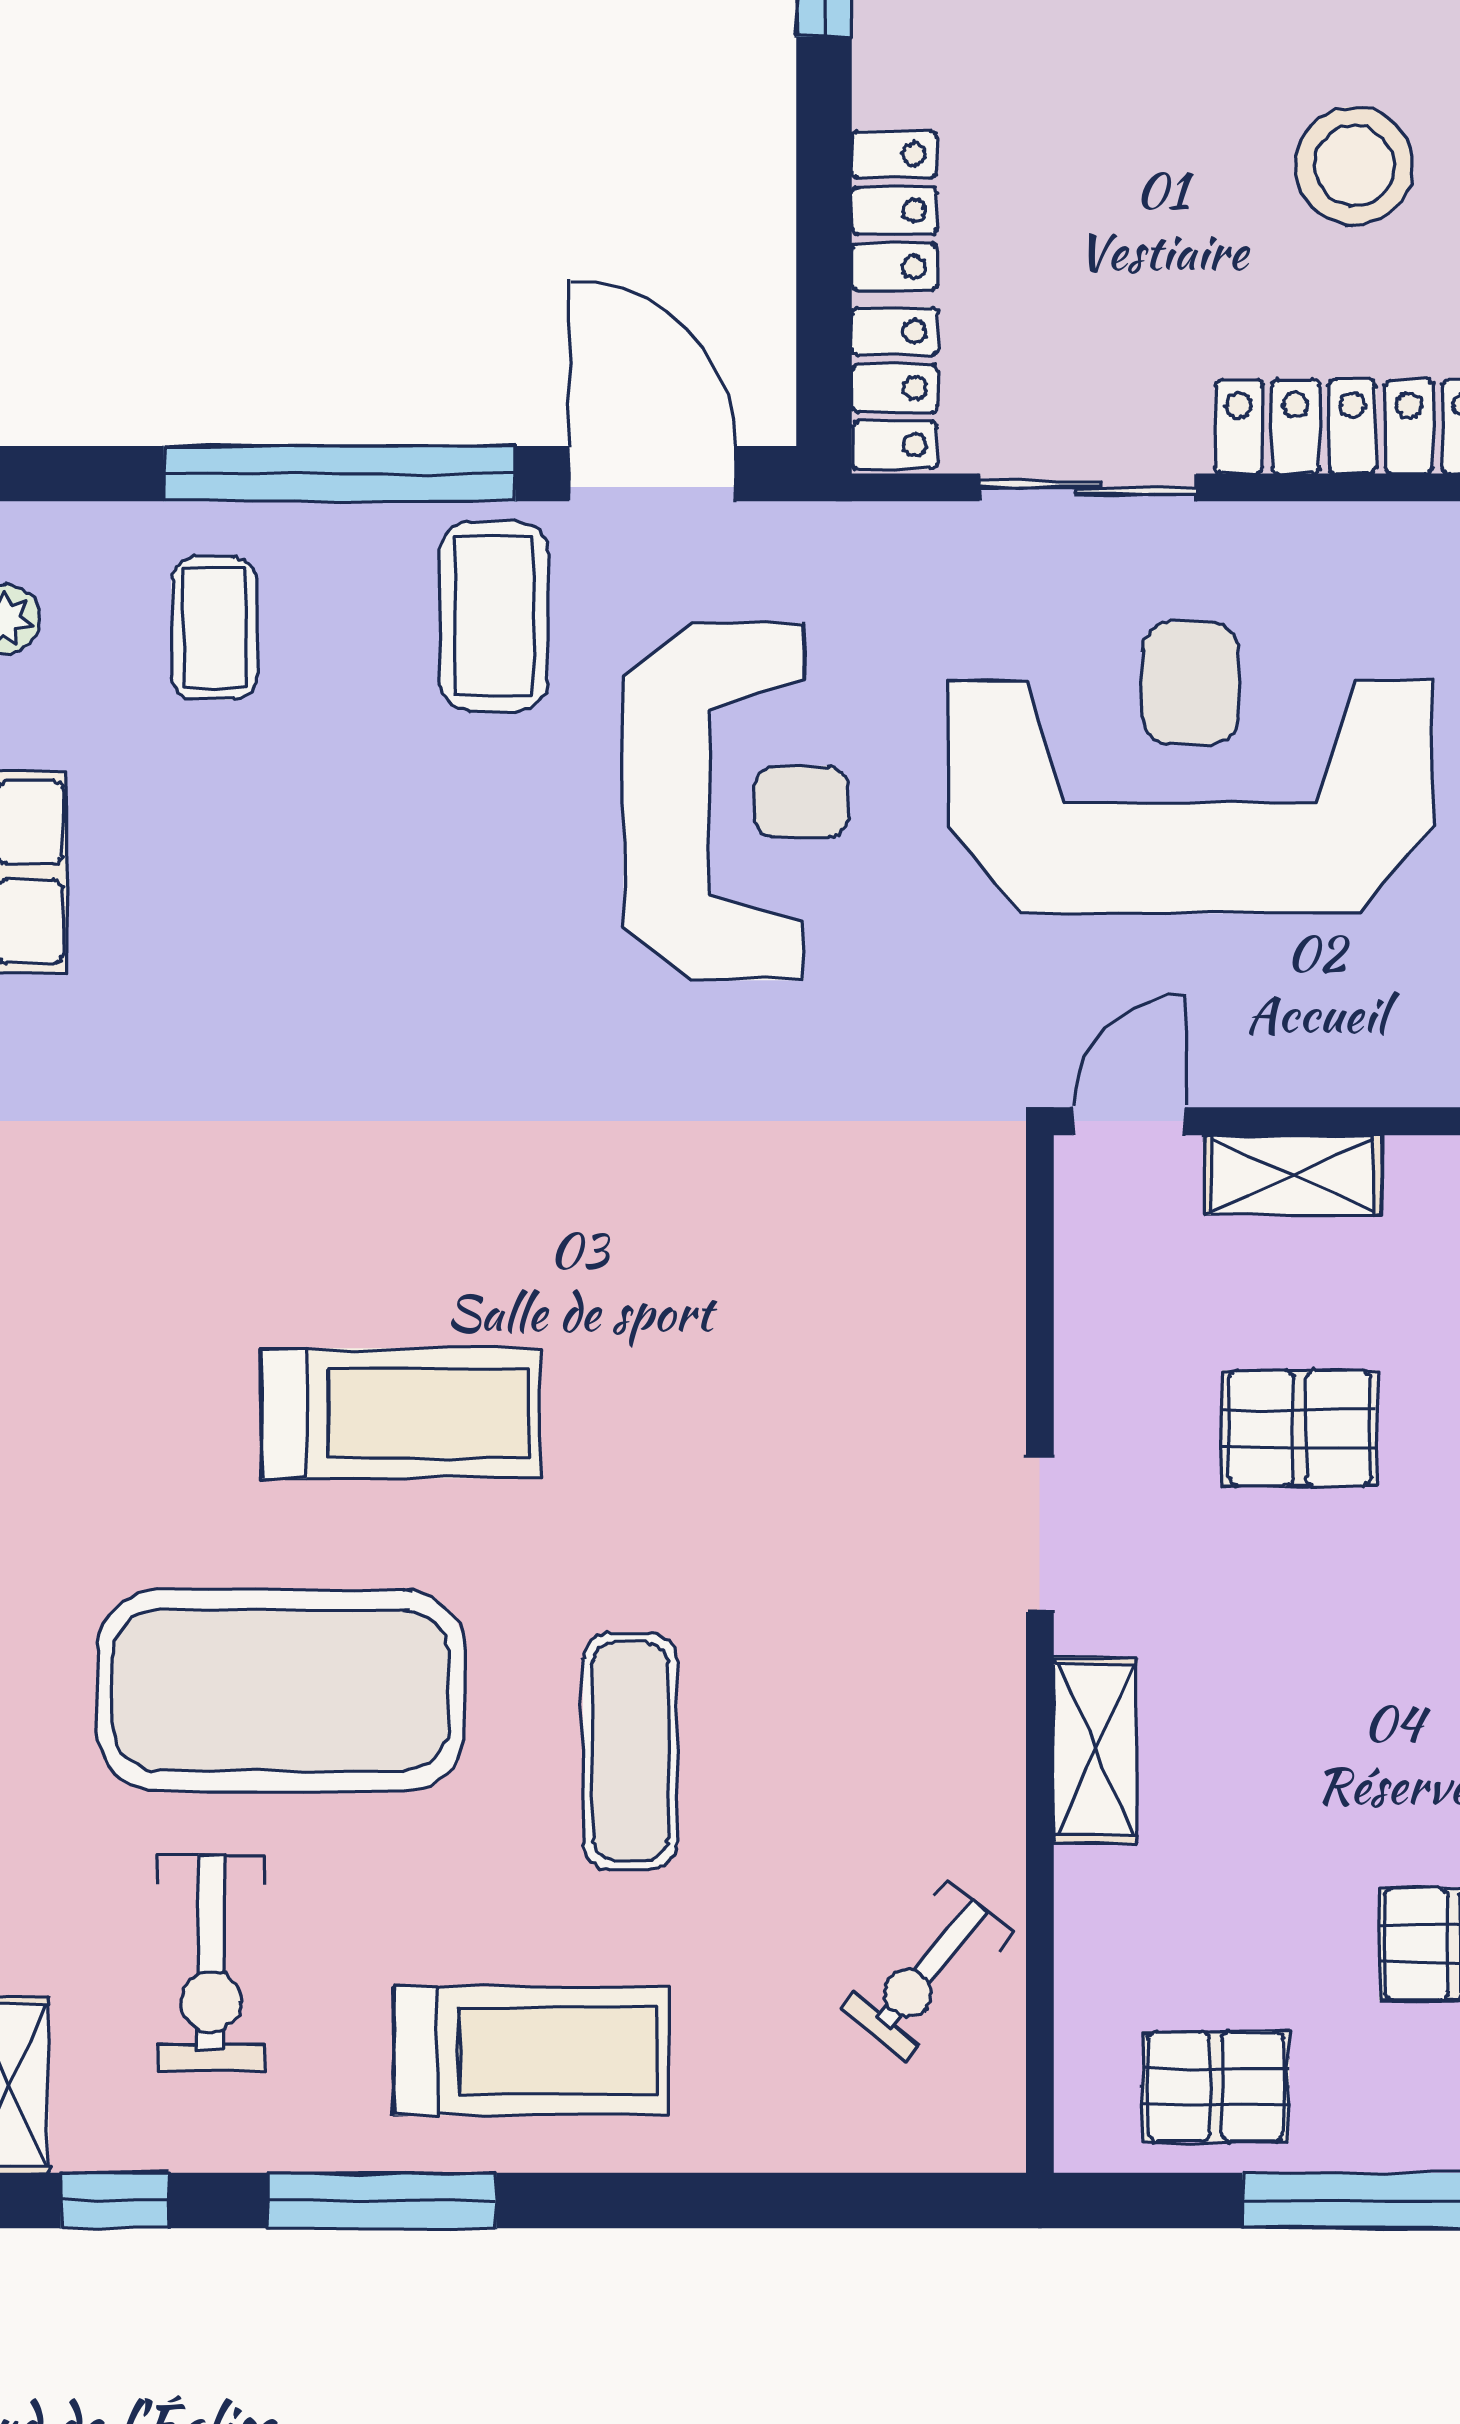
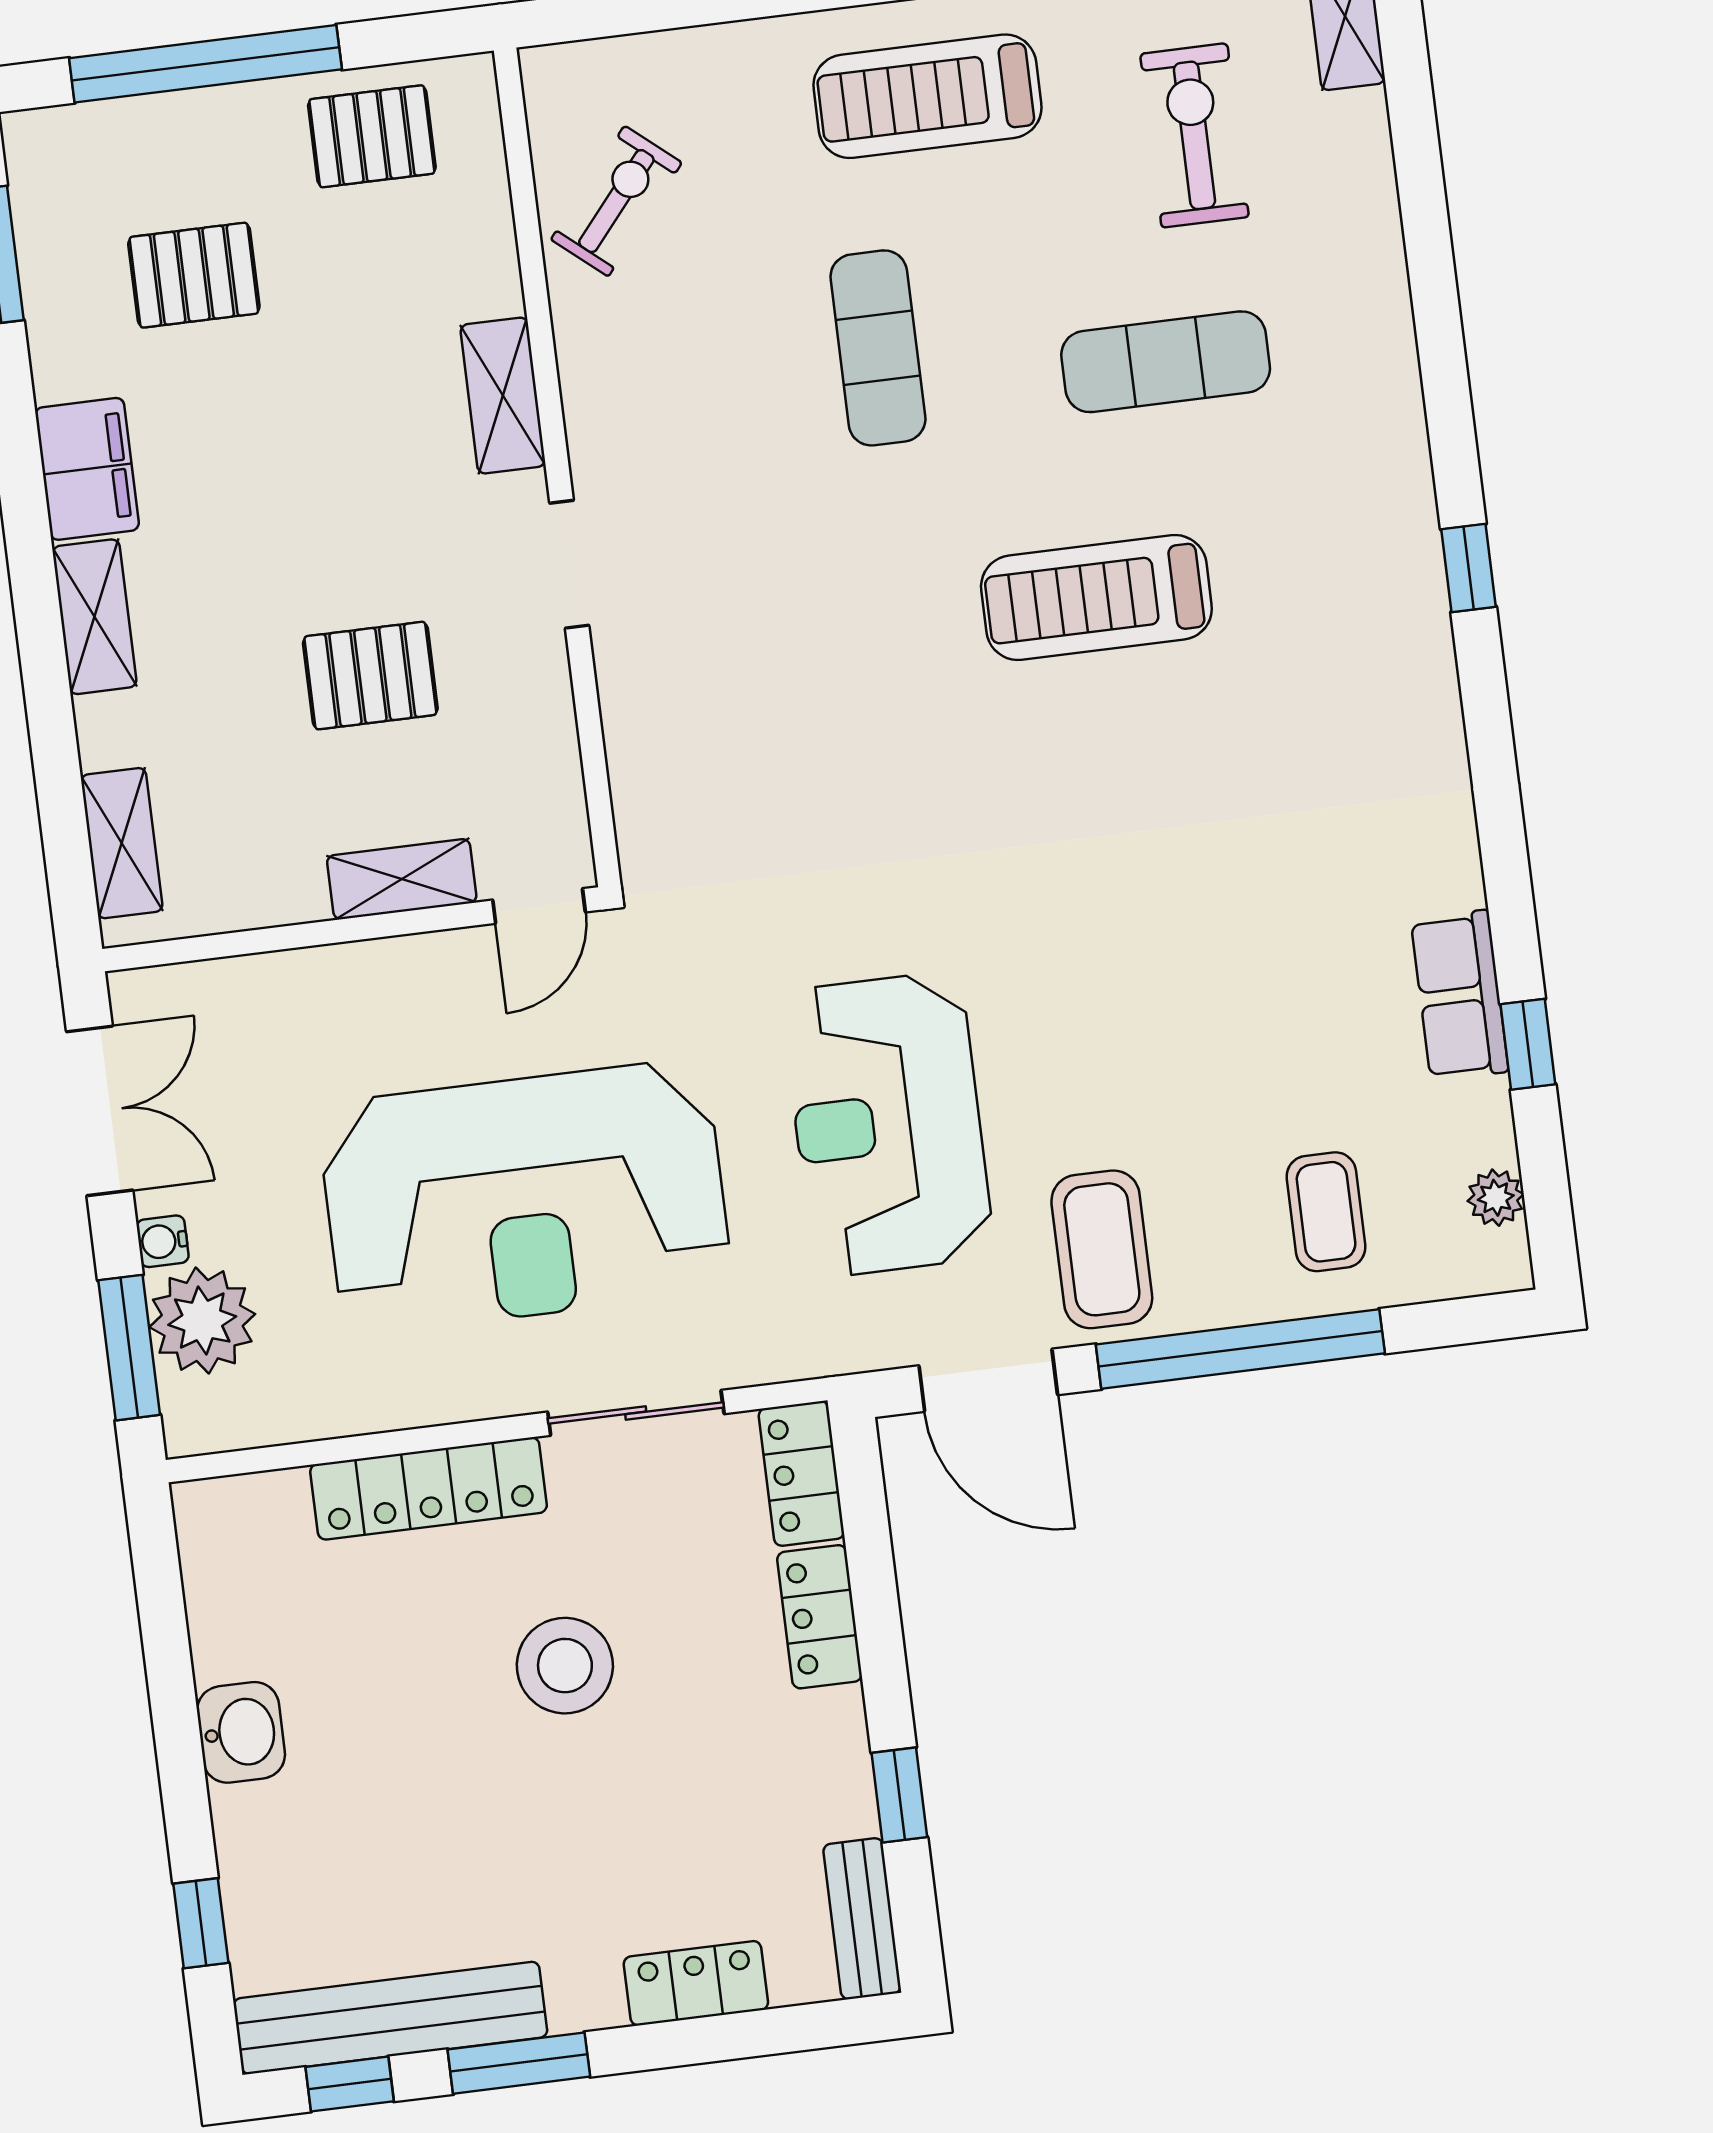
stool: (1354, 166) -> (565, 1666), moved
exercise mat: (281, 1691) -> (1166, 362), width x0.50, depth x0.69

